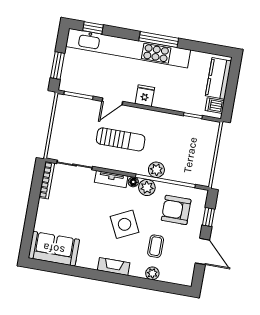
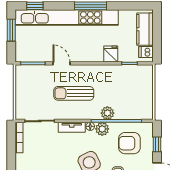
window: (58, 65) -> (11, 30), moved
fridge: (145, 96) -> (111, 54), moved
door: (112, 101) -> (61, 63), swing flipped
sun lounger: (121, 139) -> (74, 93), turned 180

